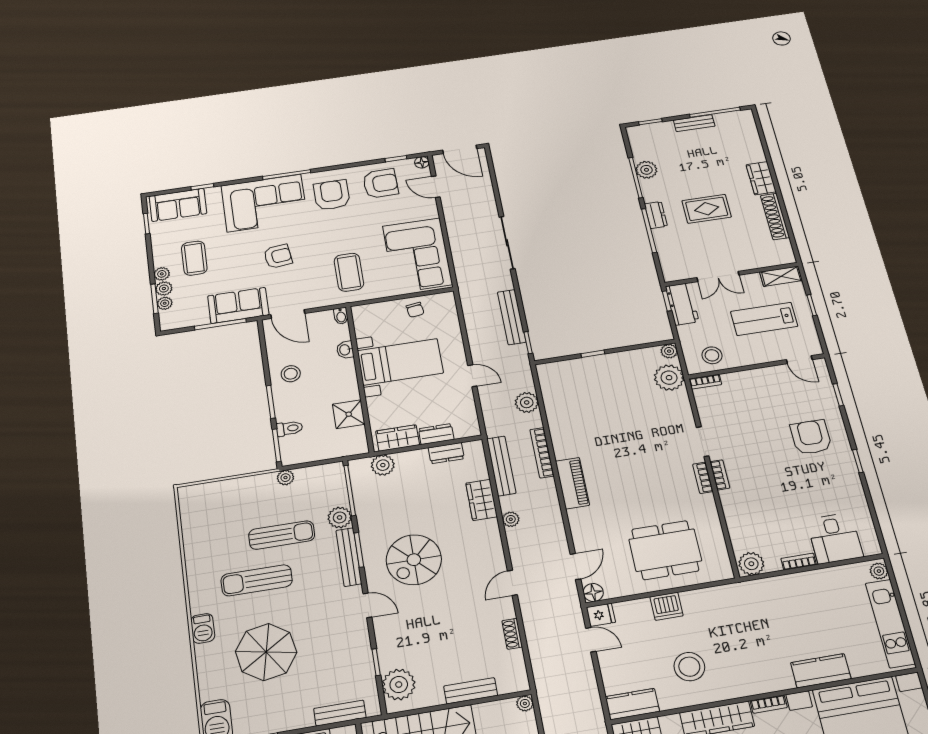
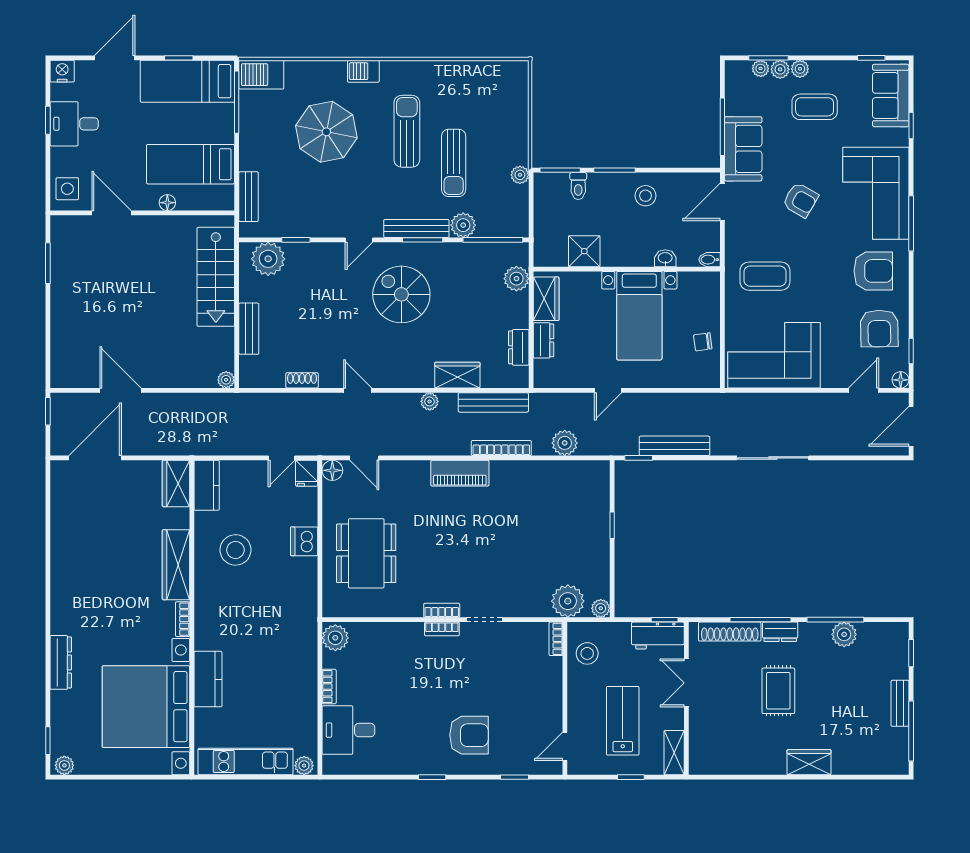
shoe rack: (775, 216) -> (730, 632), moved, turned 180
armchair: (278, 256) -> (800, 200), turned -53

